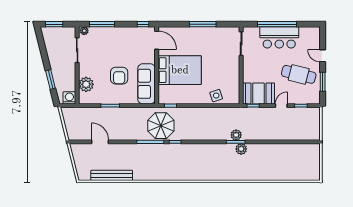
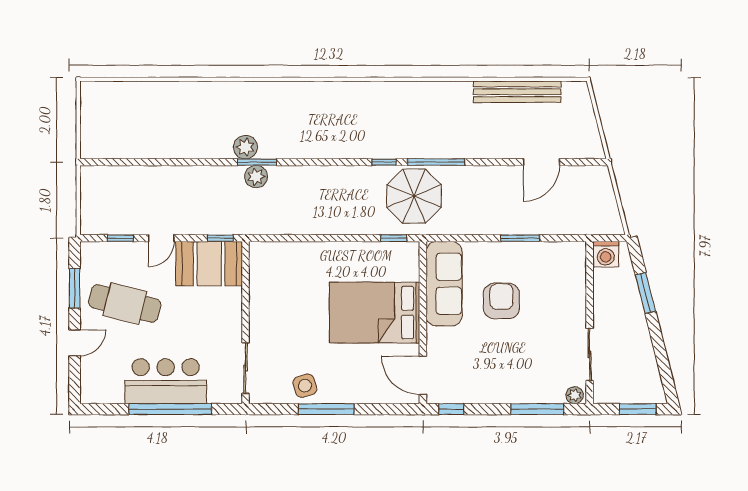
door: (323, 56) -> (75, 343), hinge flipped
plant: (86, 84) -> (571, 283), removed
side table: (216, 96) -> (305, 386), moved
door: (100, 142) -> (542, 162), hinge flipped

